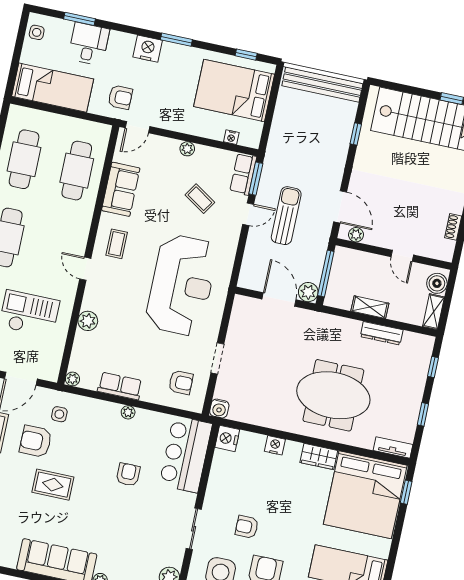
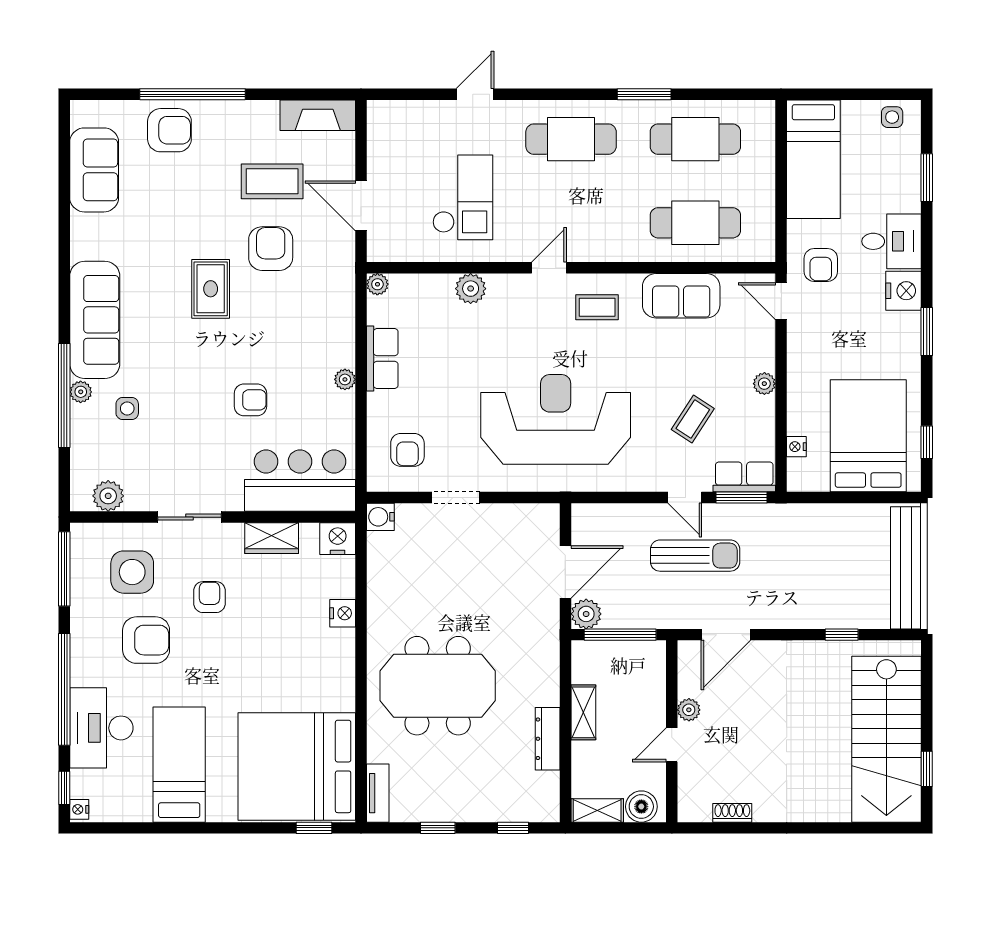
desk: (89, 44) -> (891, 241), moved
plant: (356, 235) -> (689, 710), moved
reception desk: (182, 285) -> (556, 419), turned 180
meeting table: (333, 395) -> (438, 686), turned 90
side table: (59, 414) -> (127, 409), moved
wardrobe: (319, 456) -> (272, 538), moved, turned -90

